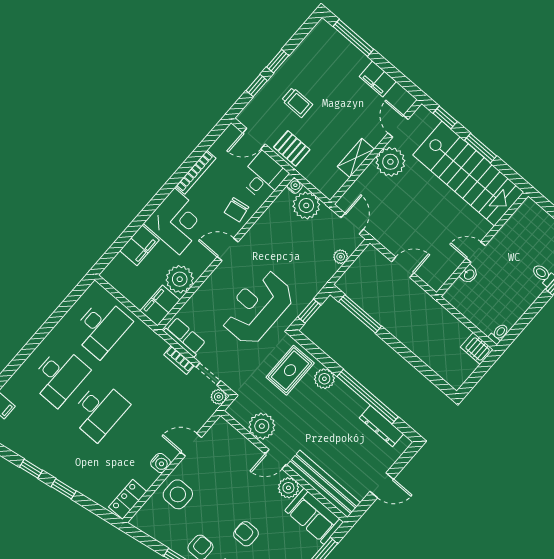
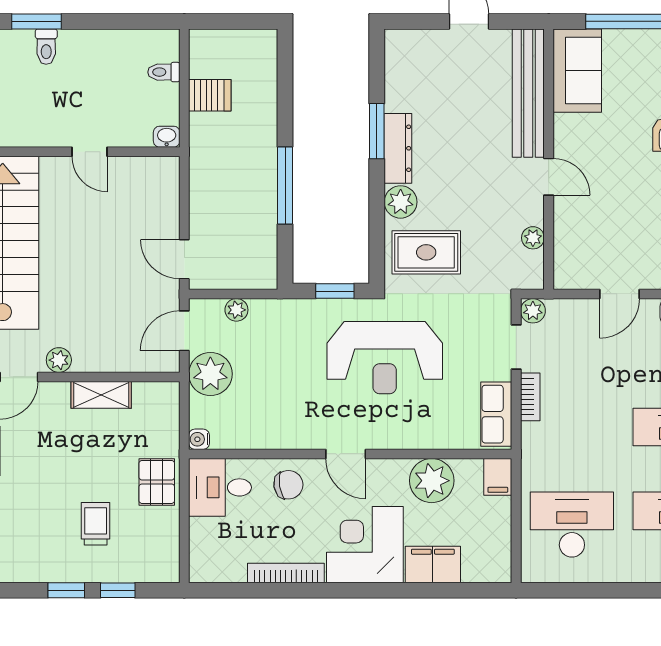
door: (254, 138) -> (184, 538), removed
plant: (390, 162) -> (59, 360), width x0.53, depth x0.53
plant: (306, 205) -> (210, 374), moved
door: (403, 267) -> (184, 259), moved
washbasin: (469, 274) -> (167, 137), moved
filing cabinet: (160, 305) -> (498, 477), width x0.50
window: (360, 314) -> (285, 186), moved
toilet: (499, 334) -> (164, 72), moved
server rack: (477, 348) -> (210, 95), moved, turned -90
window: (368, 397) -> (377, 131), width x0.47
plant: (262, 426) -> (533, 238), width x0.53, depth x0.53
dresser: (381, 426) -> (398, 148), moved
door: (191, 445) -> (620, 294), hinge flipped
plant: (288, 488) -> (570, 131), removed

